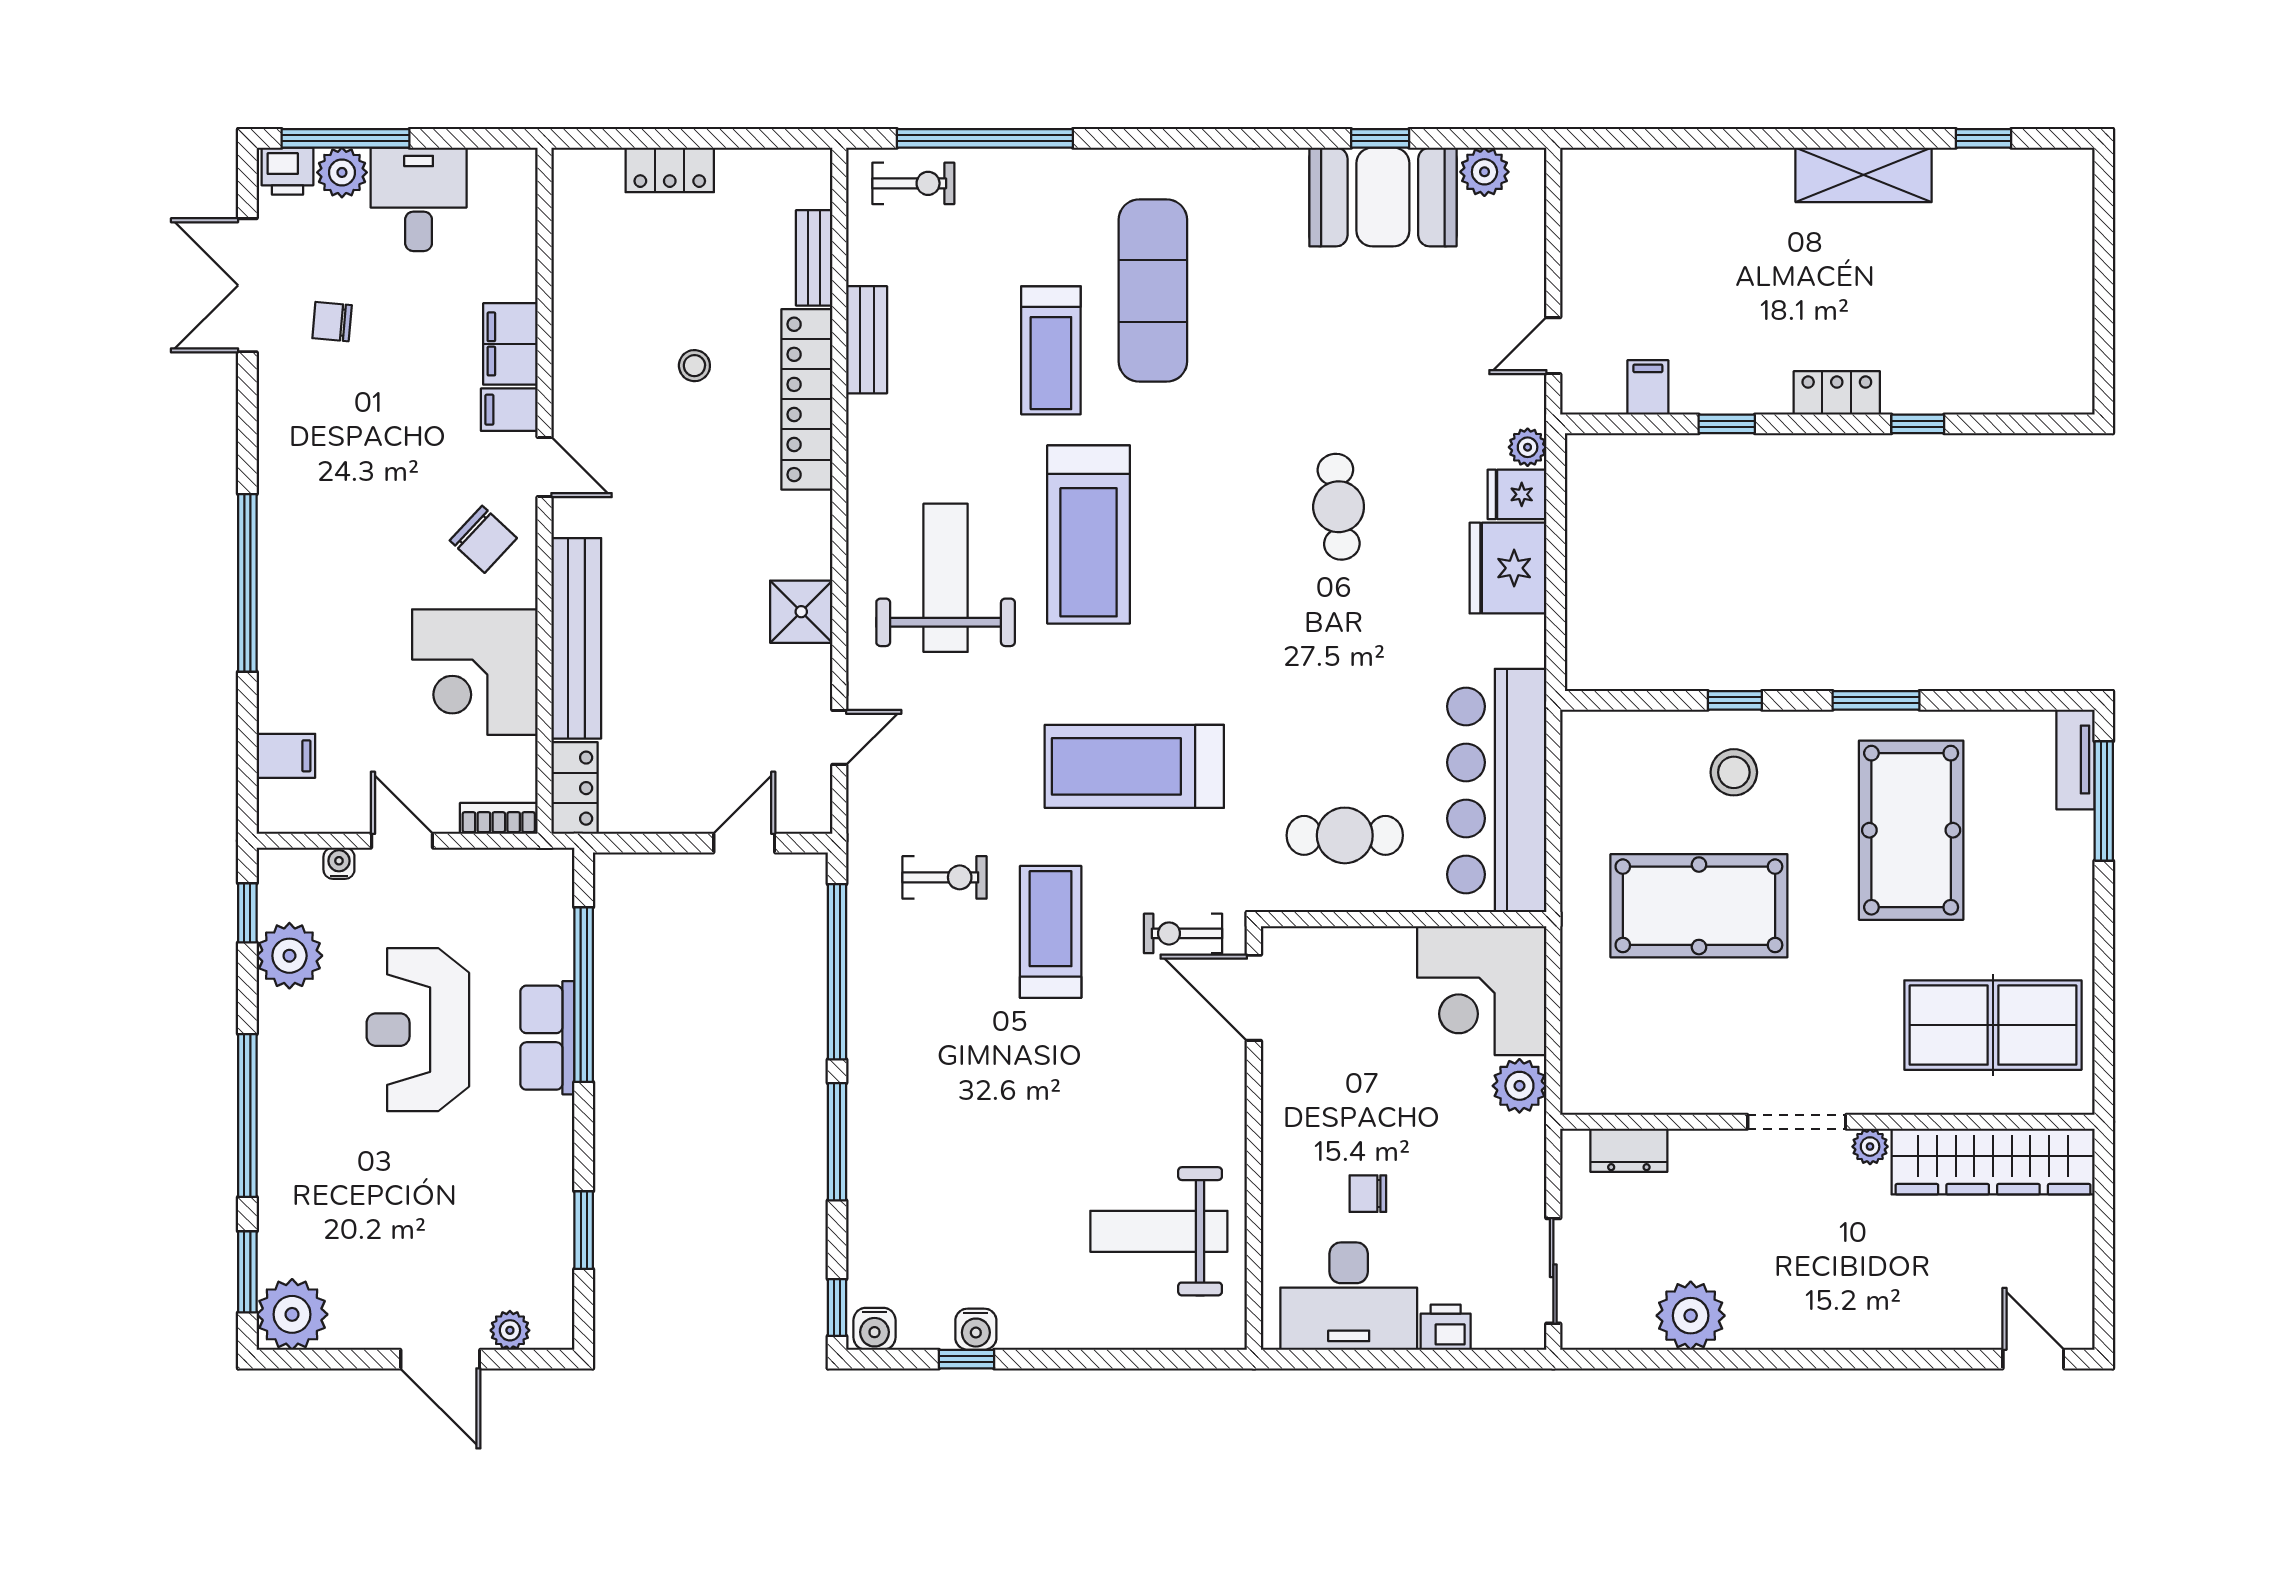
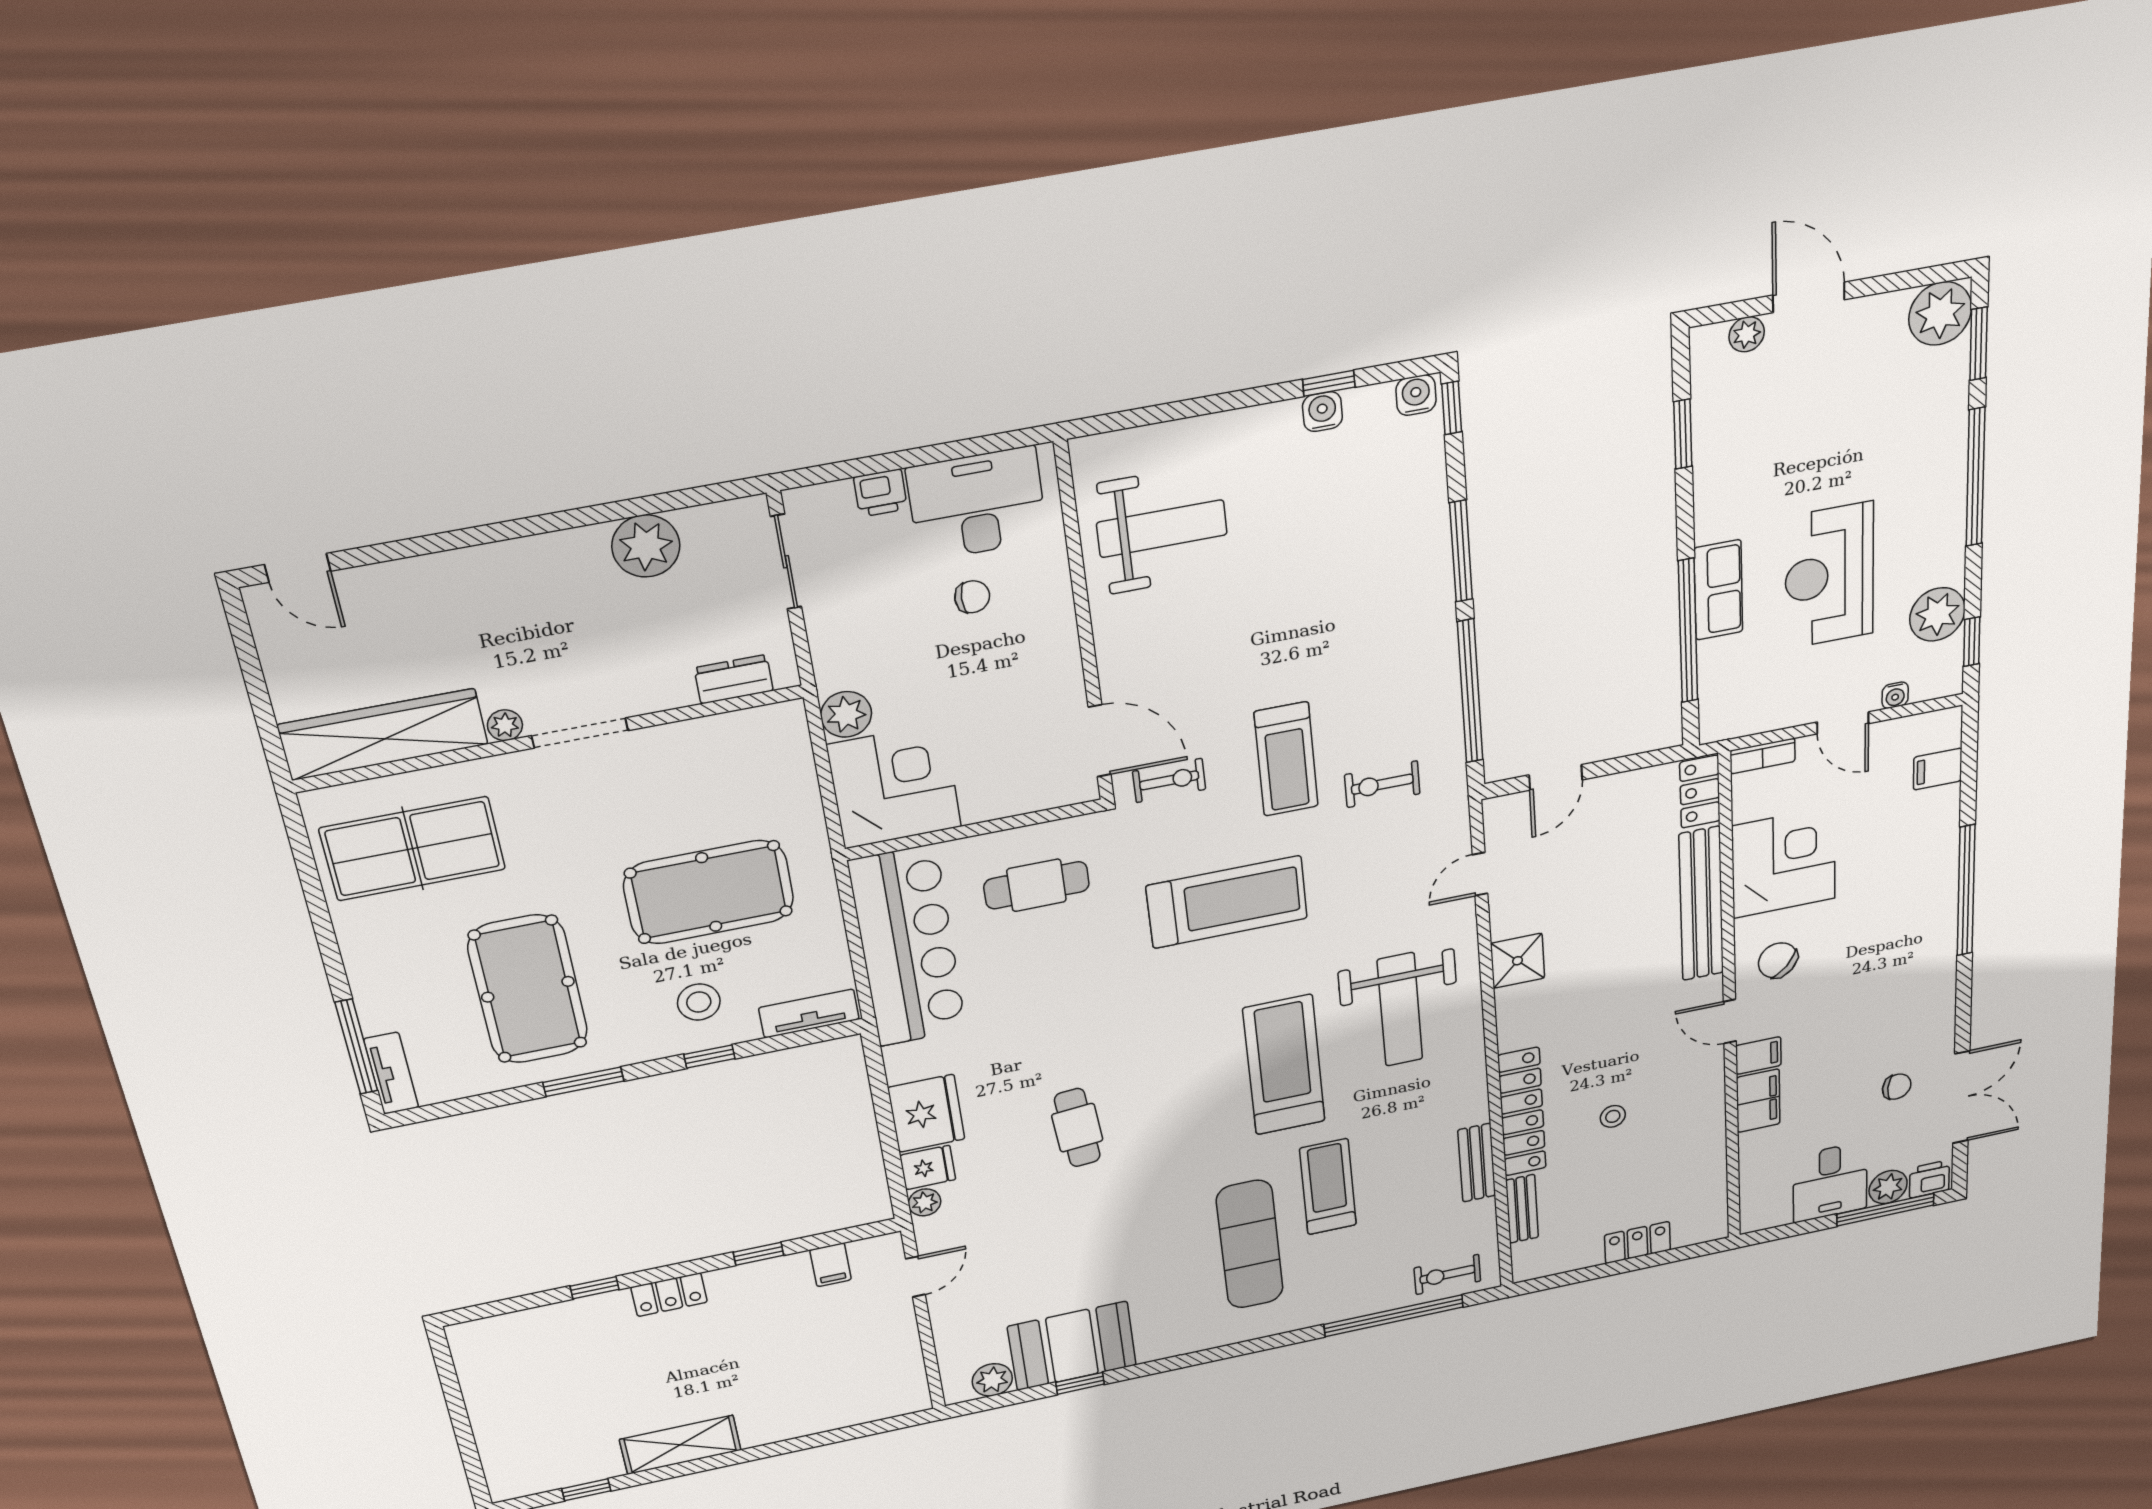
tv unit: (1618, 730) -> (809, 1013), added
reception desk: (418, 1030) -> (1829, 575), turned 180

